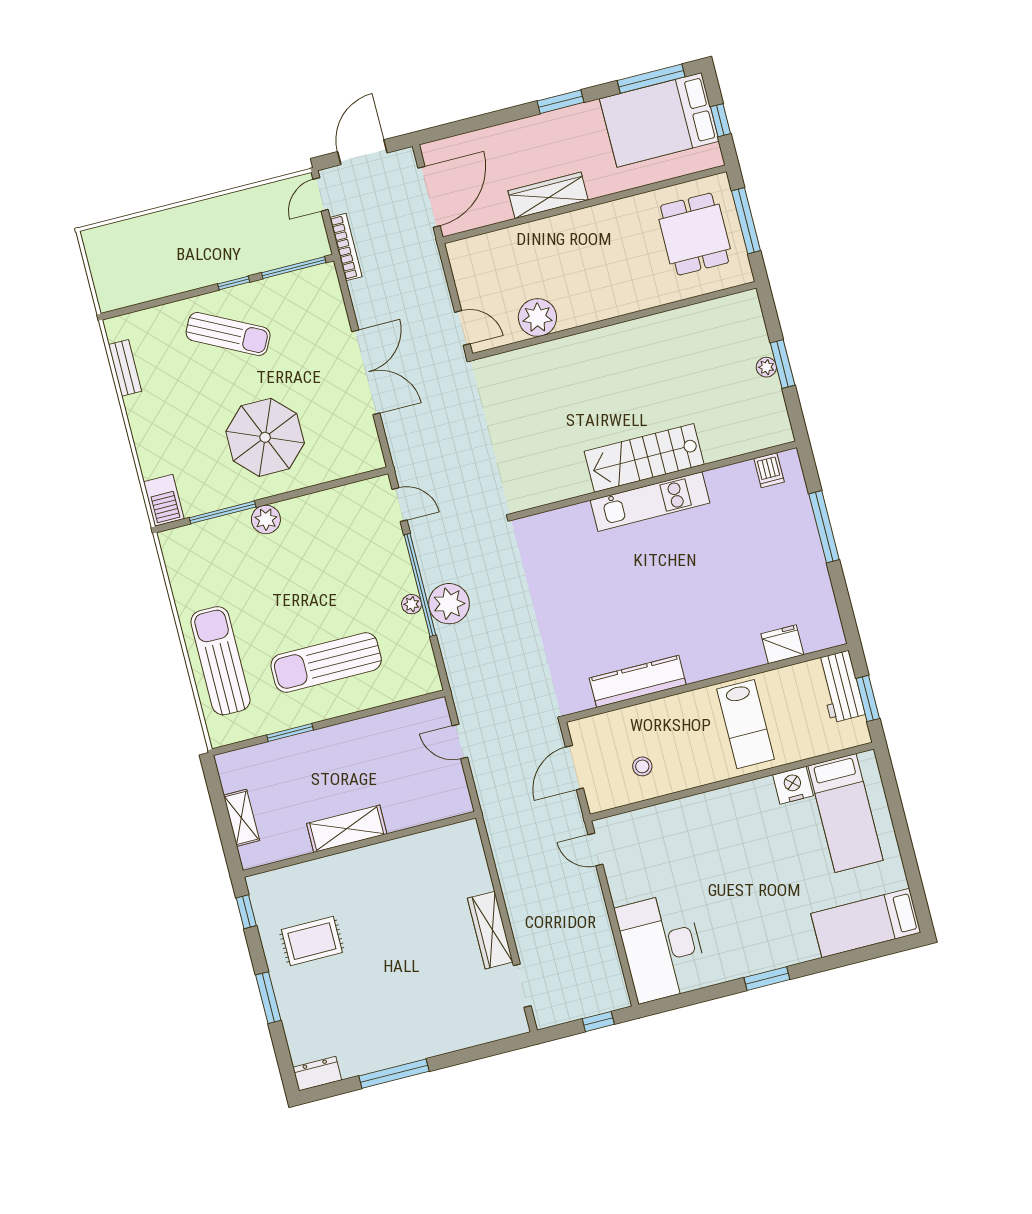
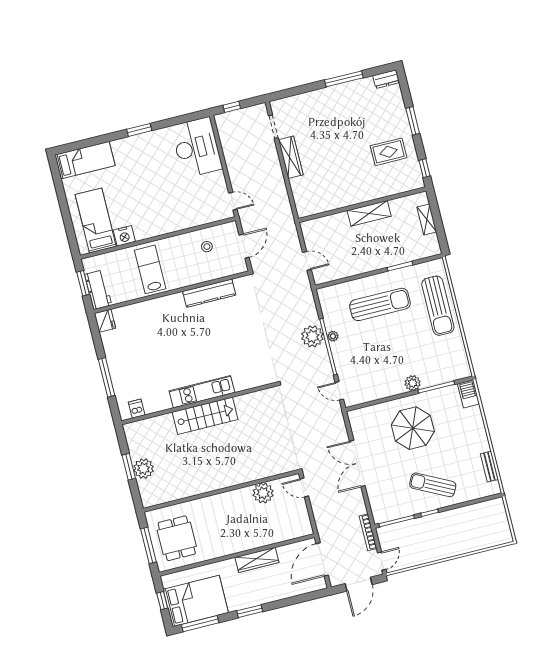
plant: (766, 367) -> (144, 469), width x1.87, depth x1.87
fridge: (782, 644) -> (105, 321), moved, turned -90

